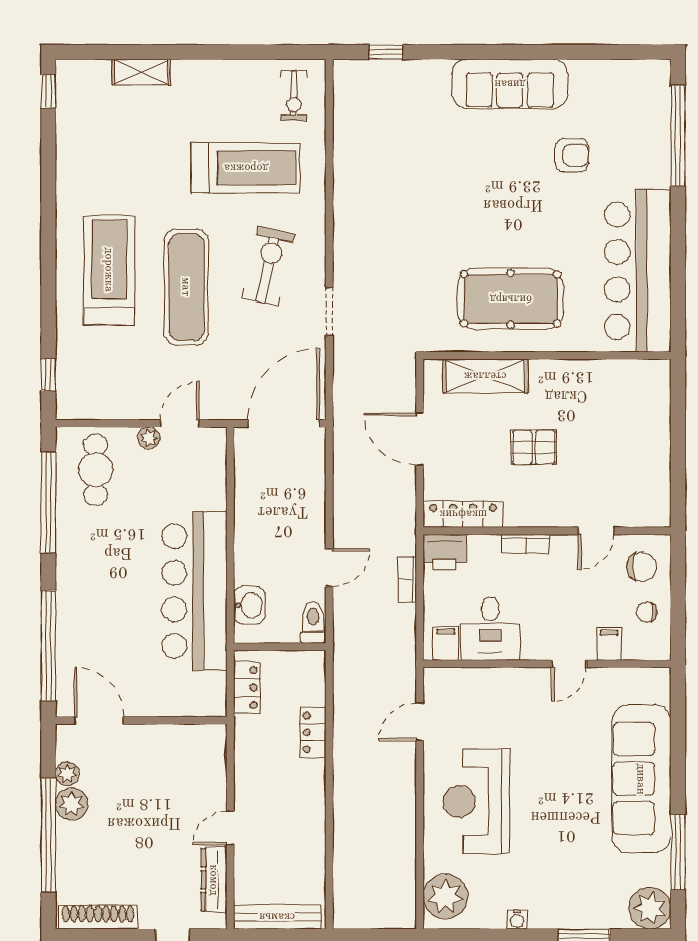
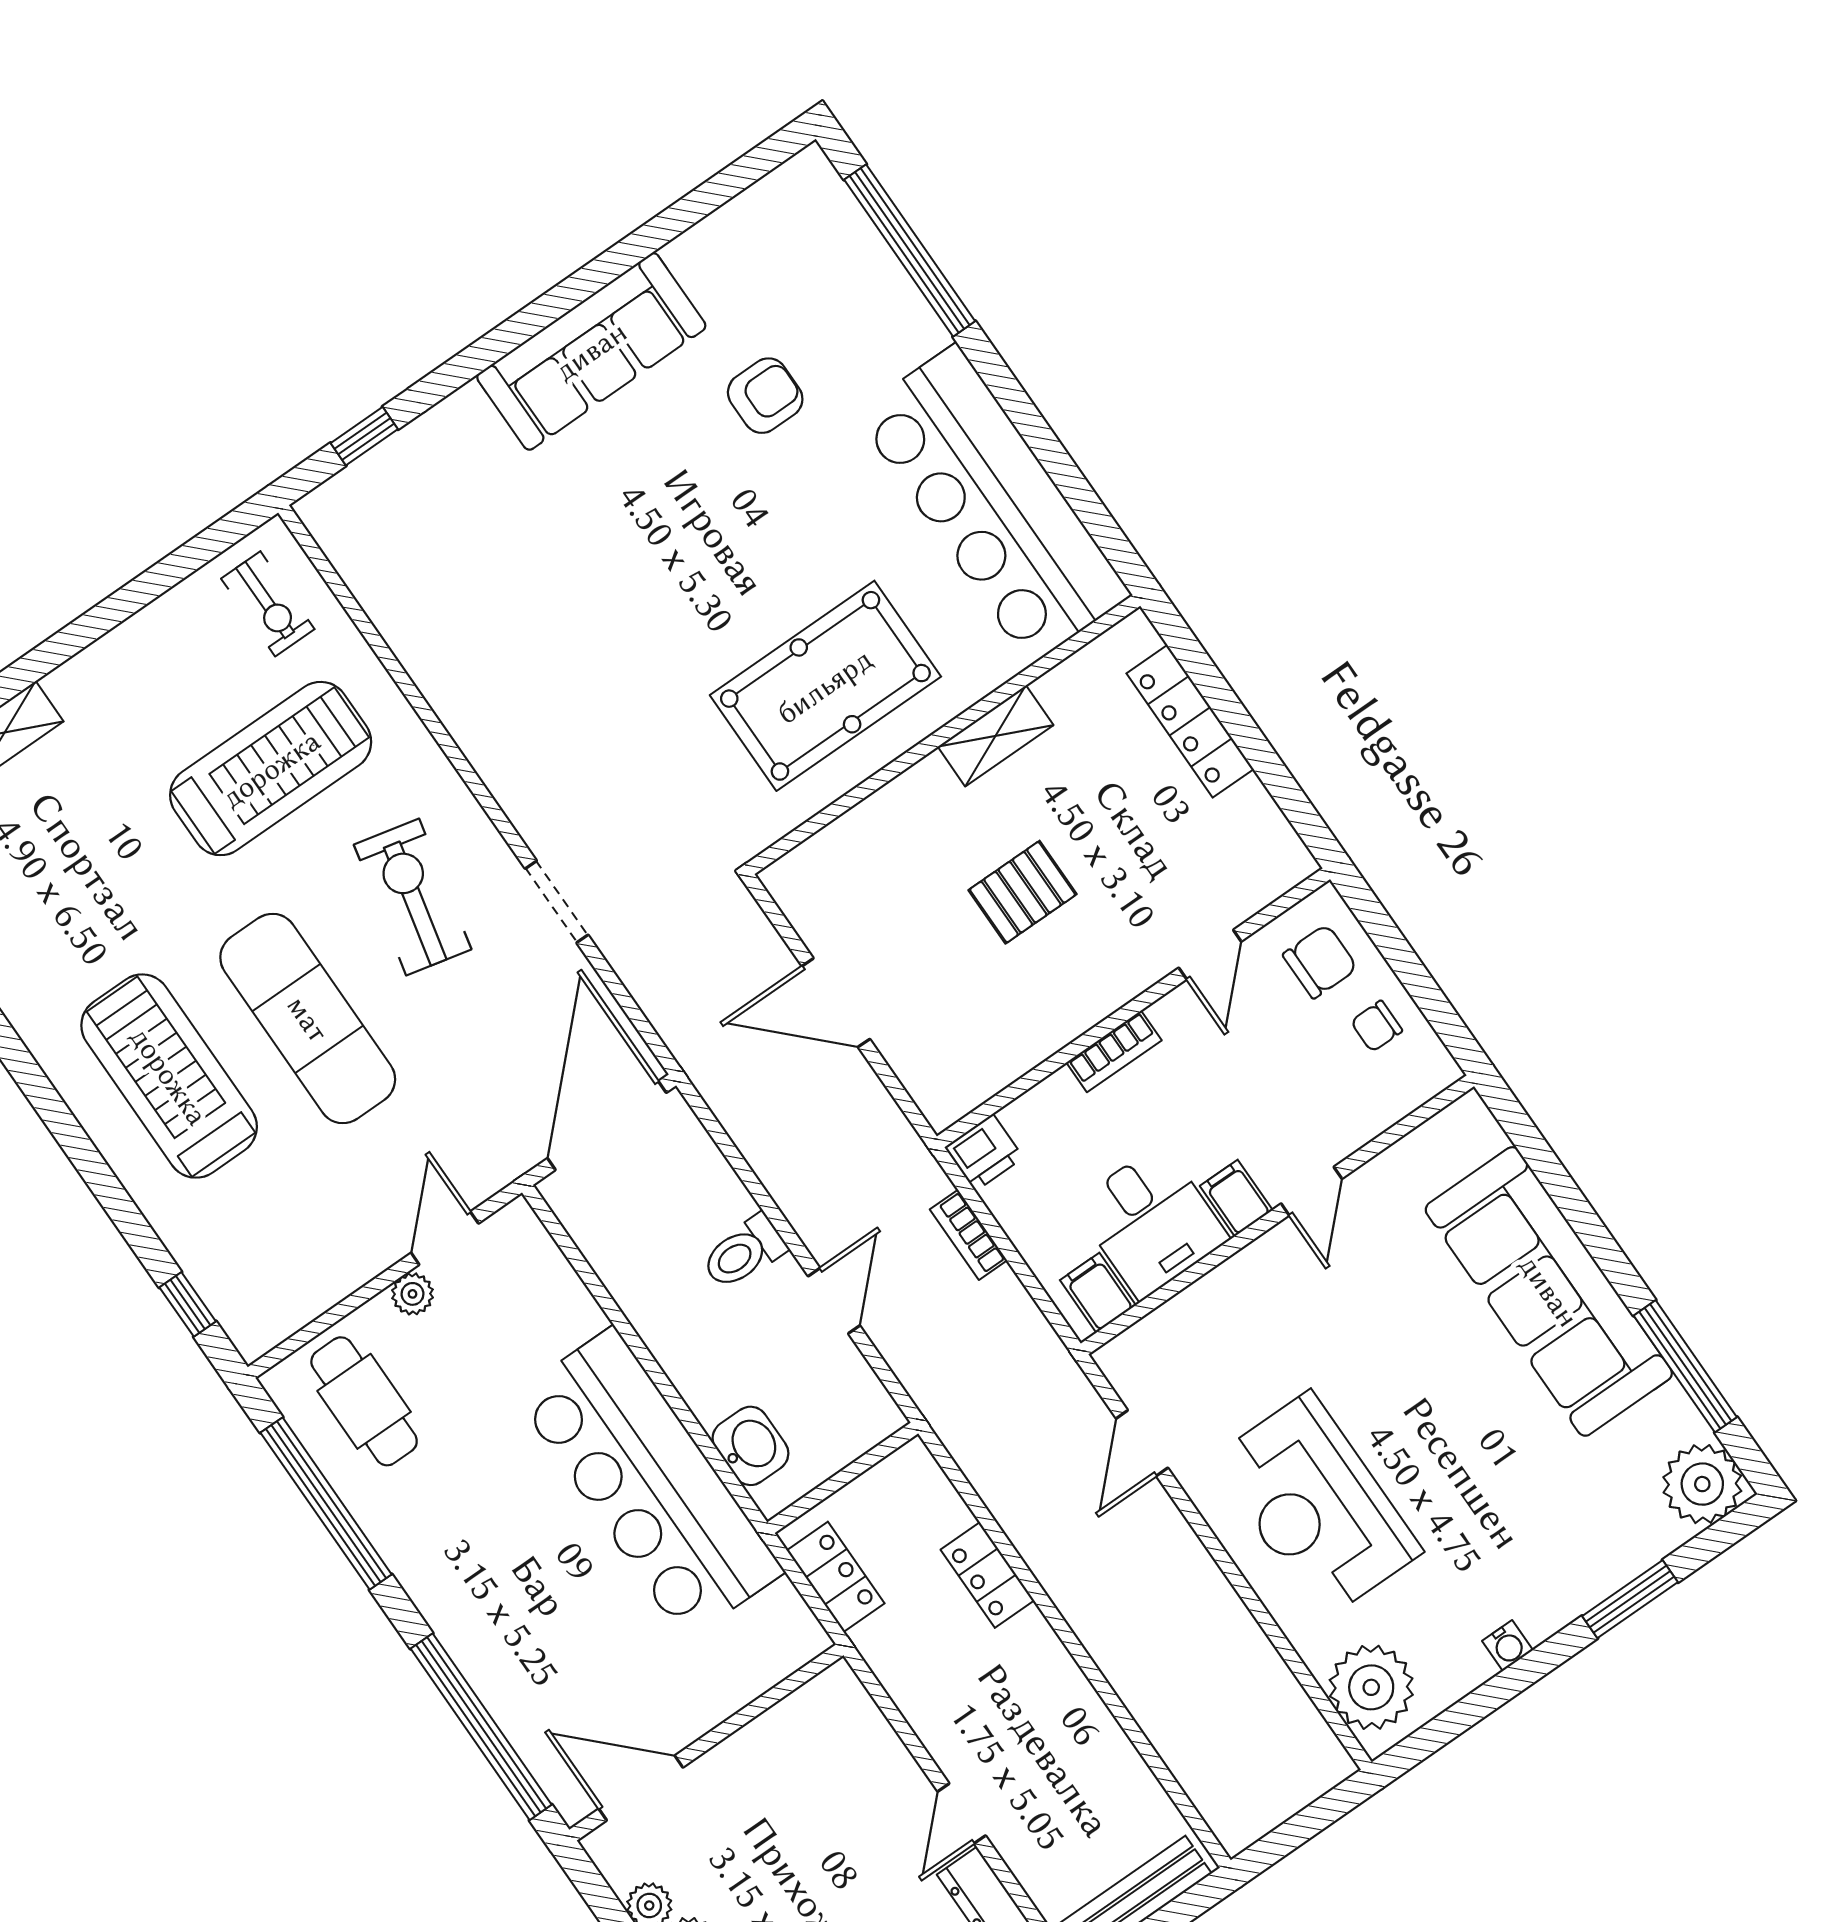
shelving: (485, 376) -> (996, 736), moved, width x0.67, depth x0.75
locker: (463, 514) -> (1190, 721), moved, turned -90
printer: (444, 552) -> (984, 1152), width x0.73, depth x0.81
toilet: (313, 622) -> (744, 1252), moved, turned -90
filing cabinet: (609, 644) -> (1236, 1198), moved

